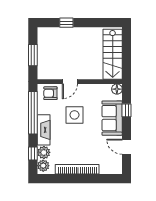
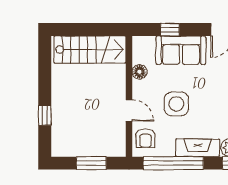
floor lamp: (117, 89) -> (140, 72), moved

